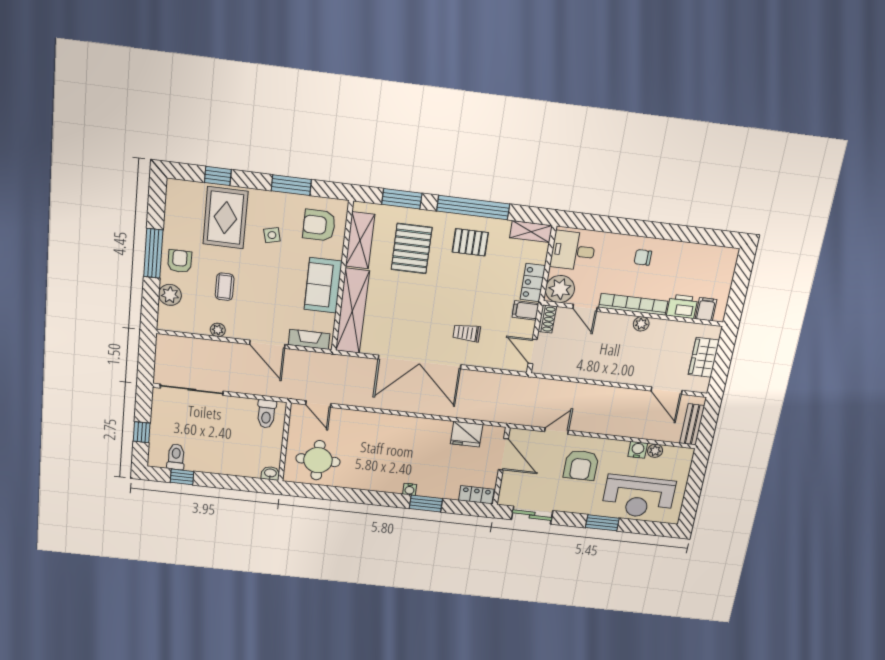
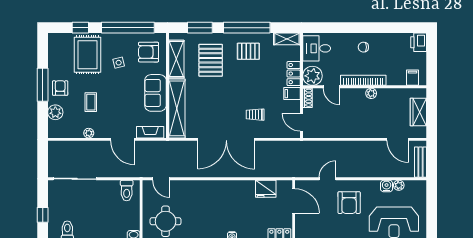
window: (291, 185) -> (128, 28), width x2.11
printer: (682, 306) -> (419, 42), moved, turned -90

